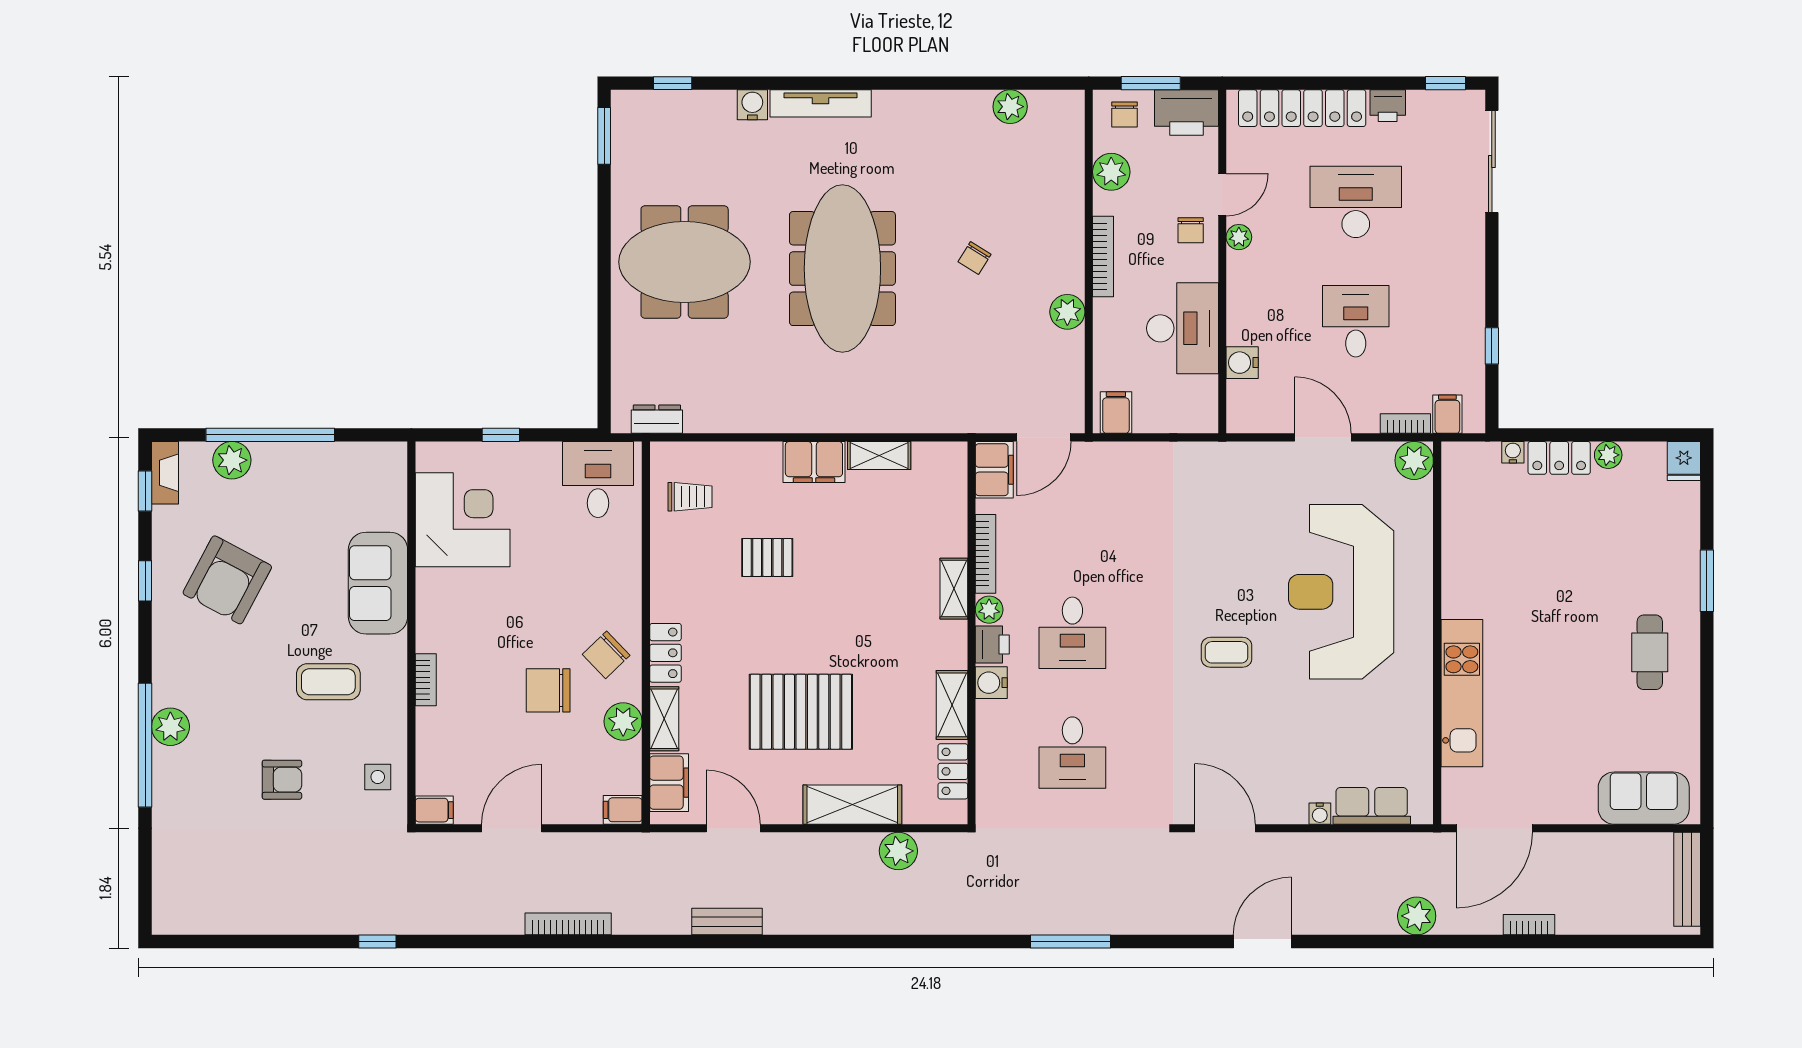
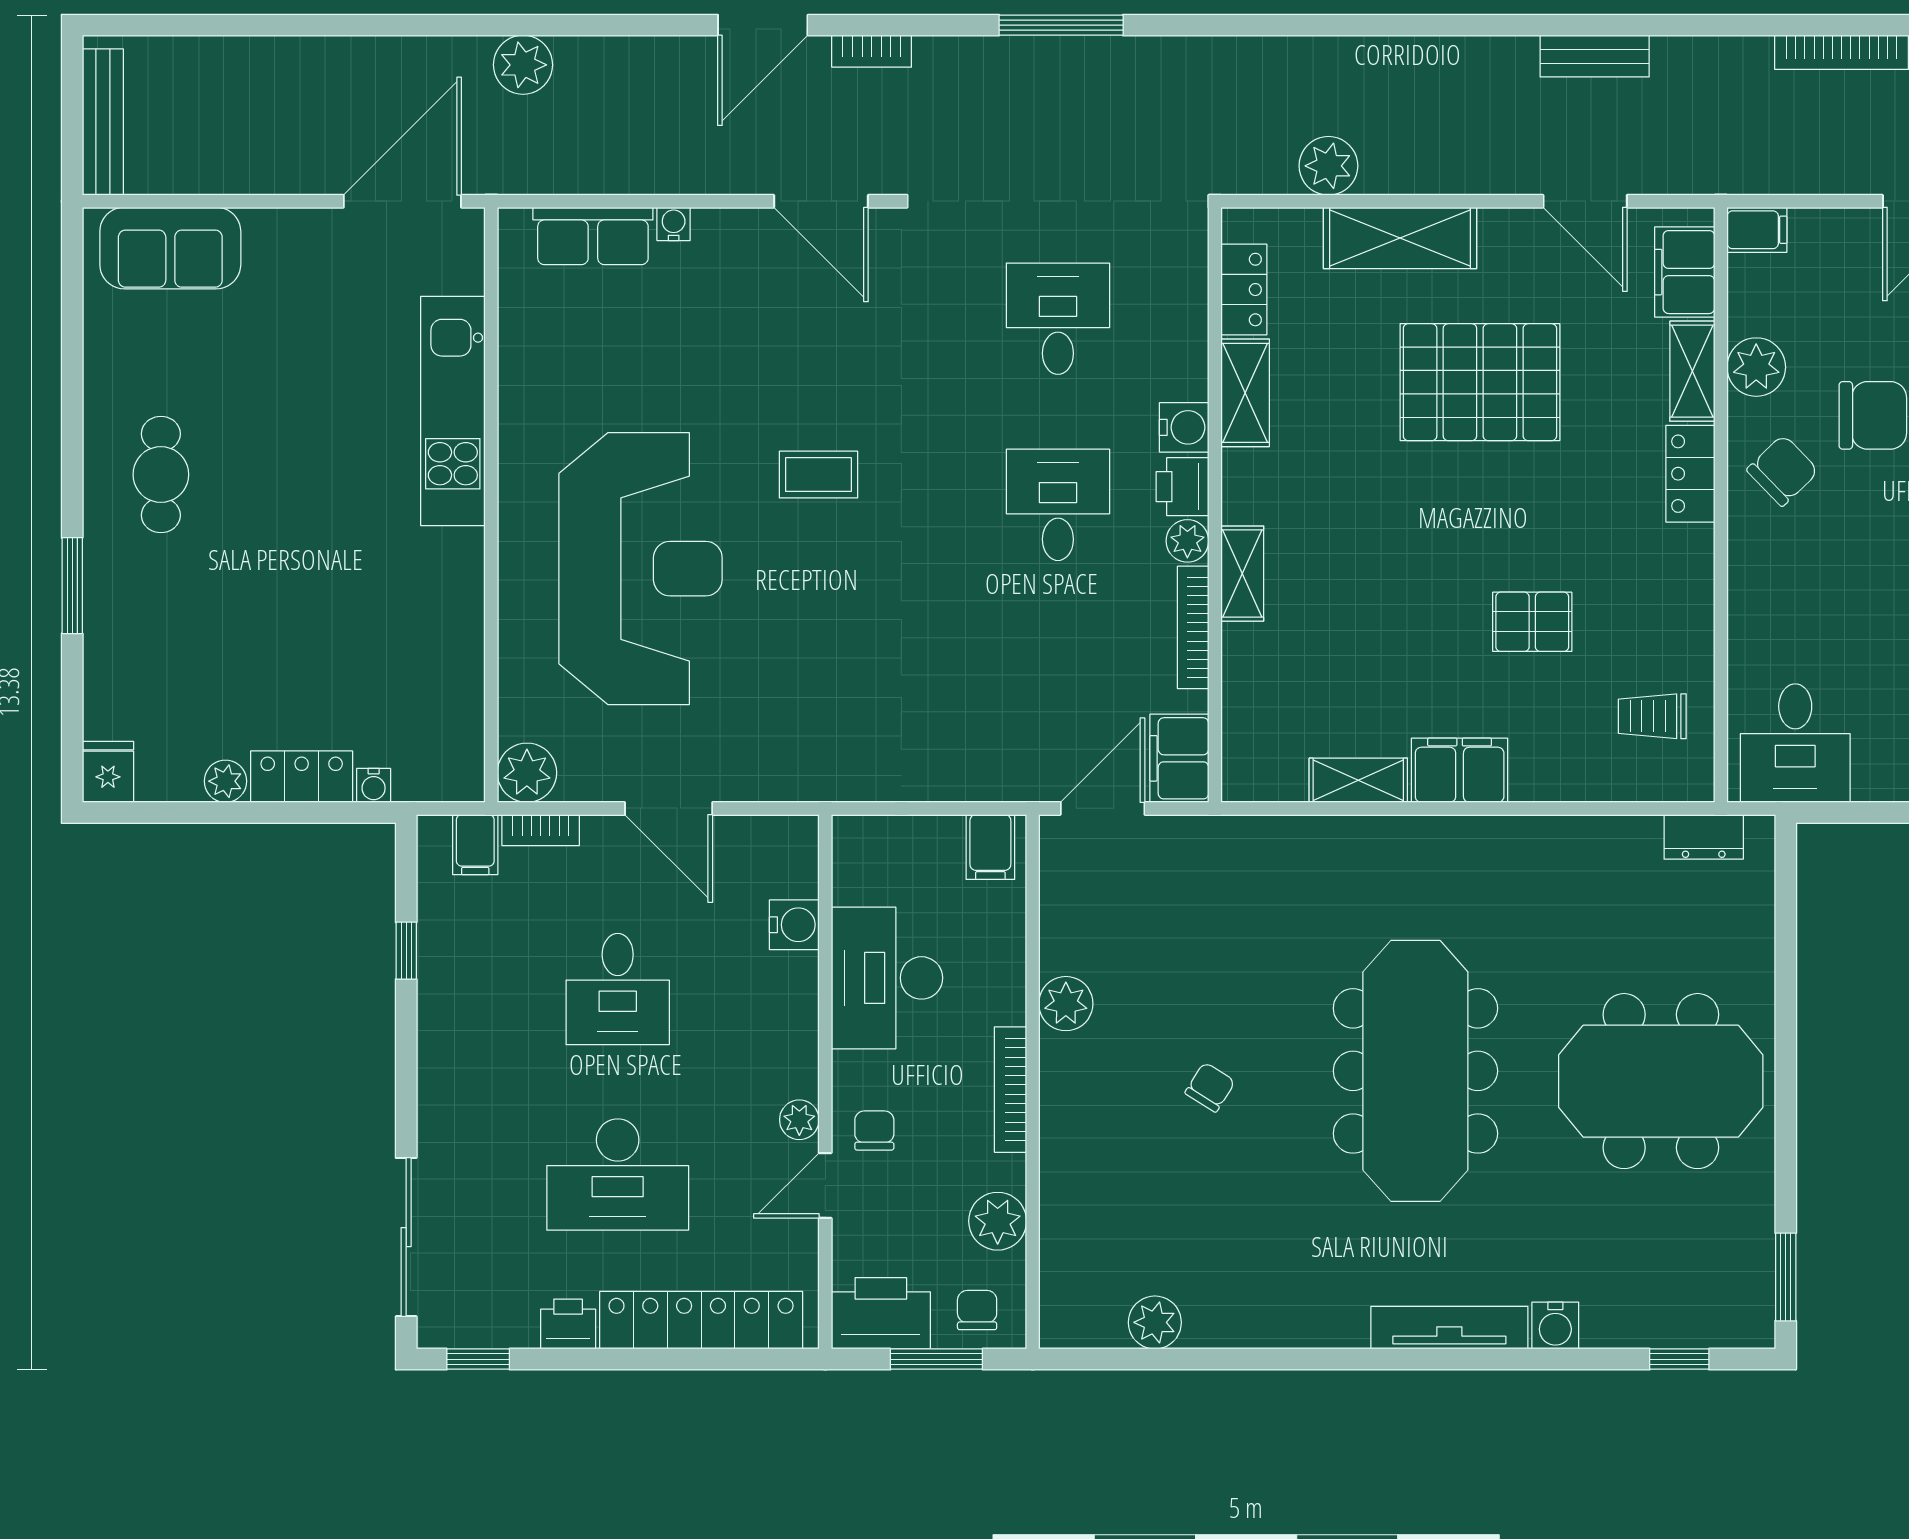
bookcase: (1529, 925) -> (872, 51), moved

